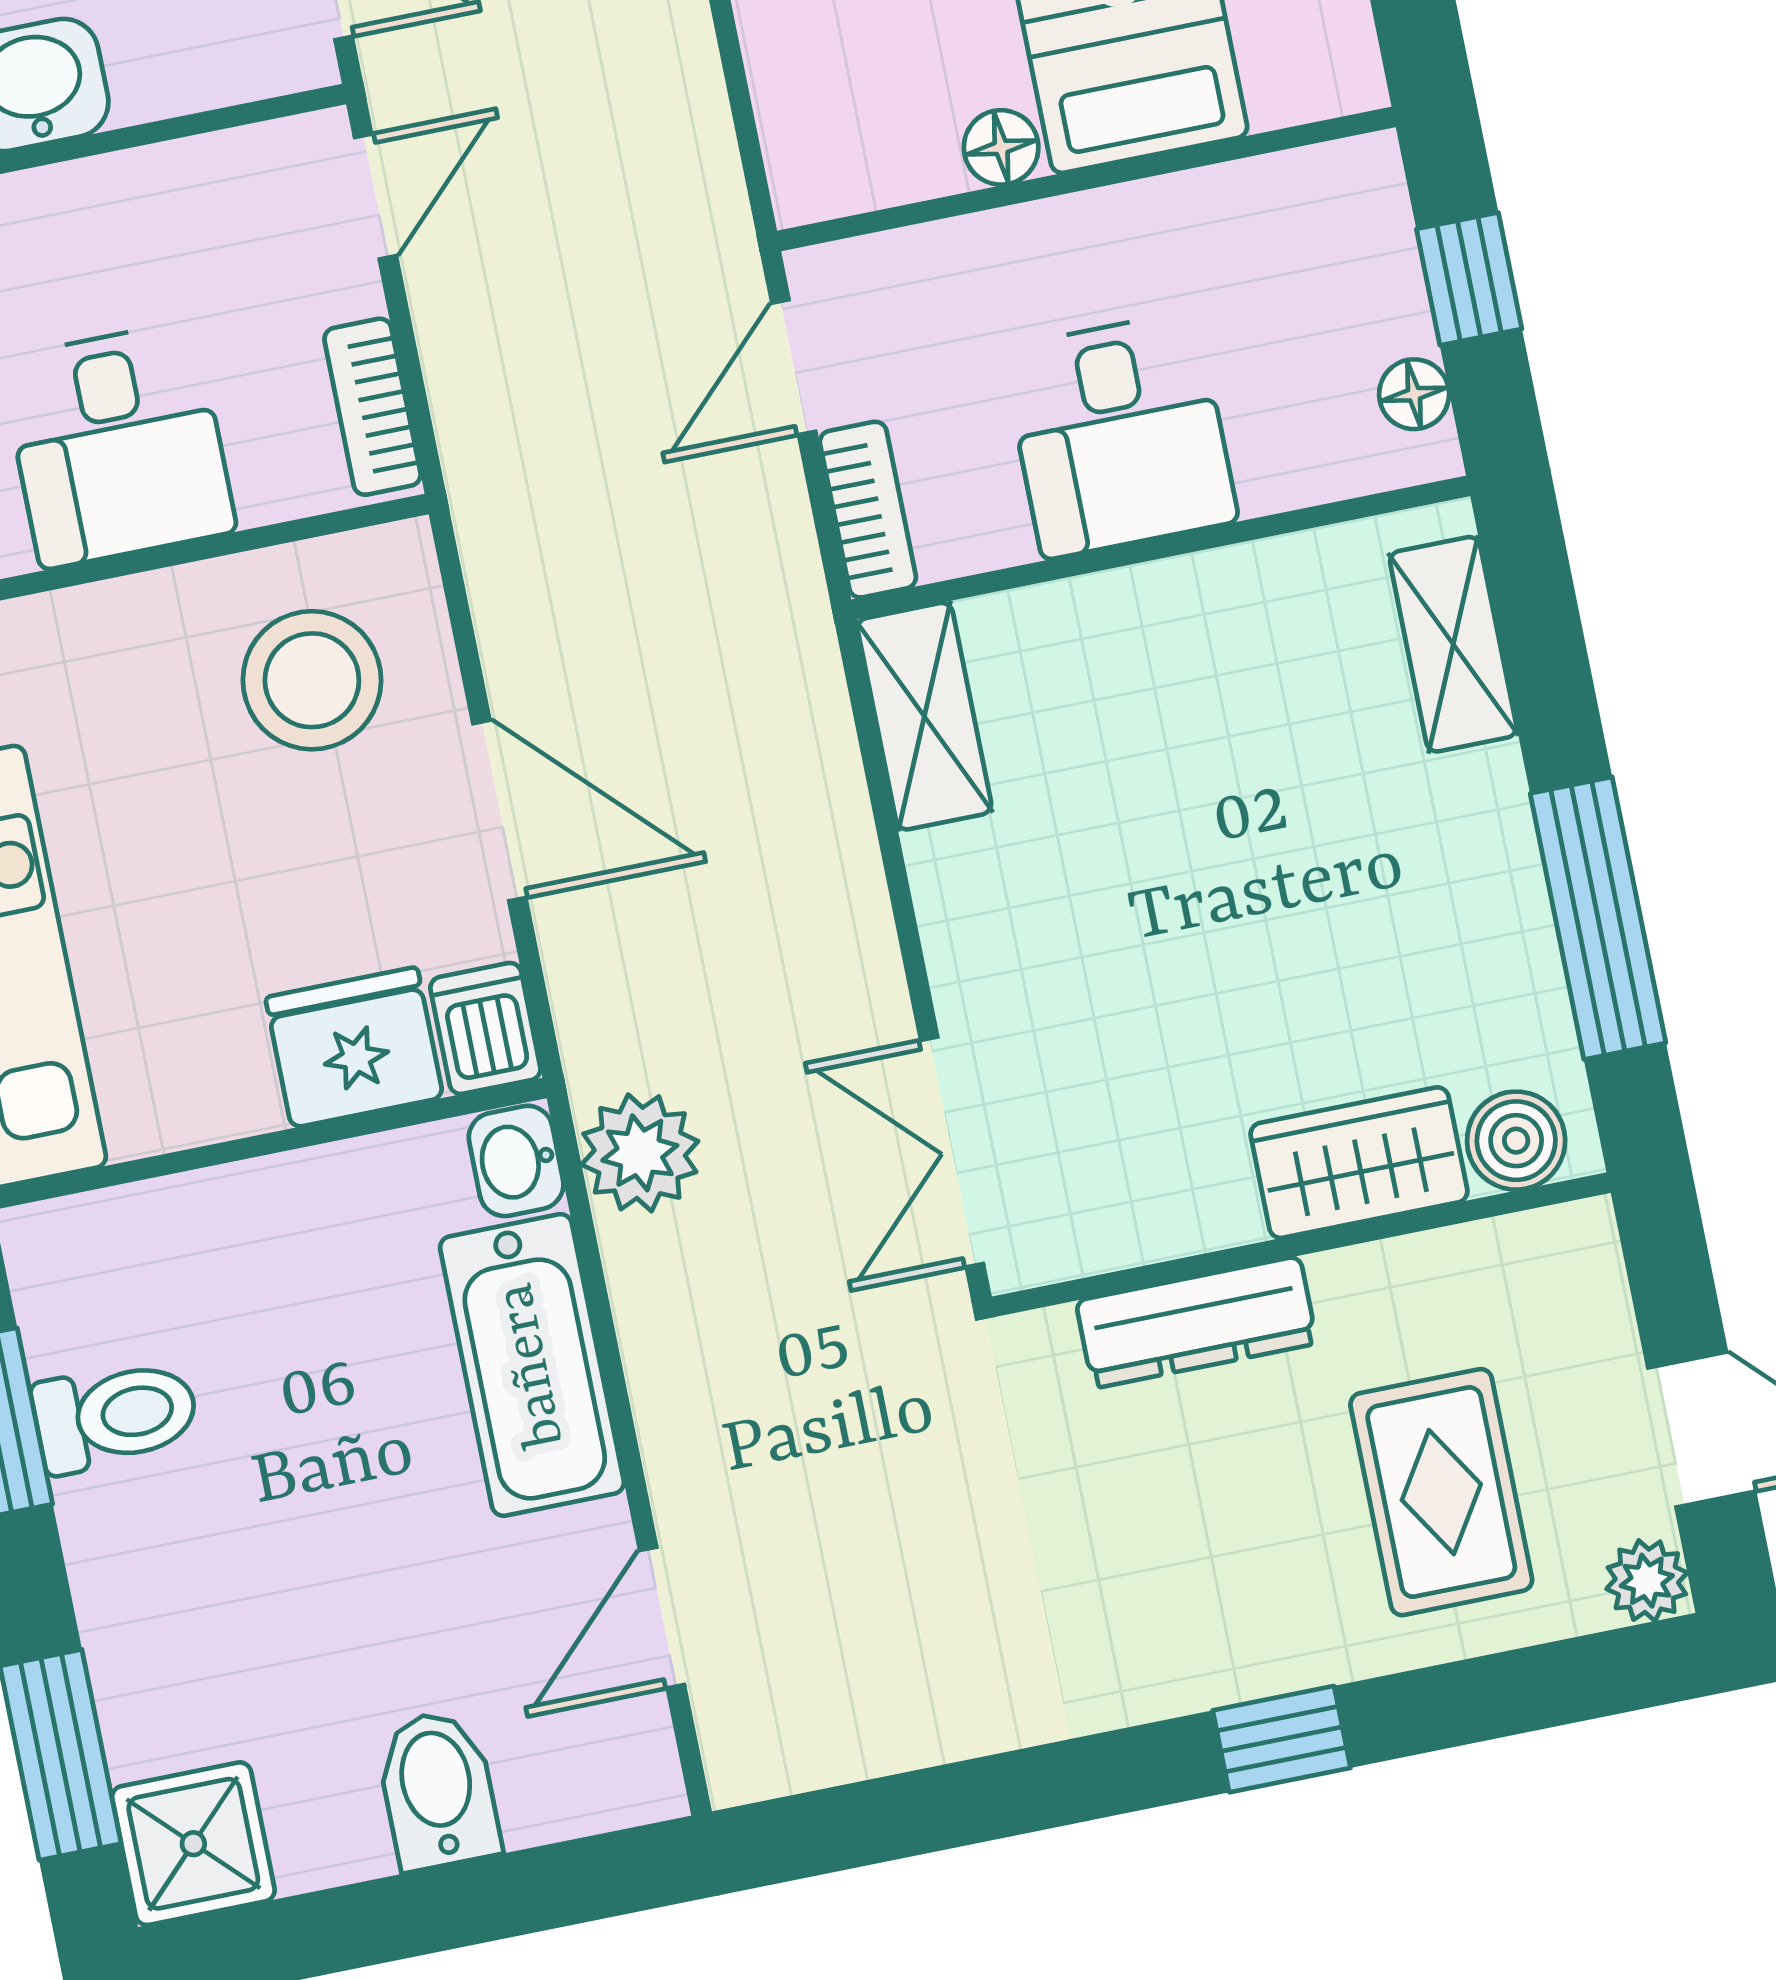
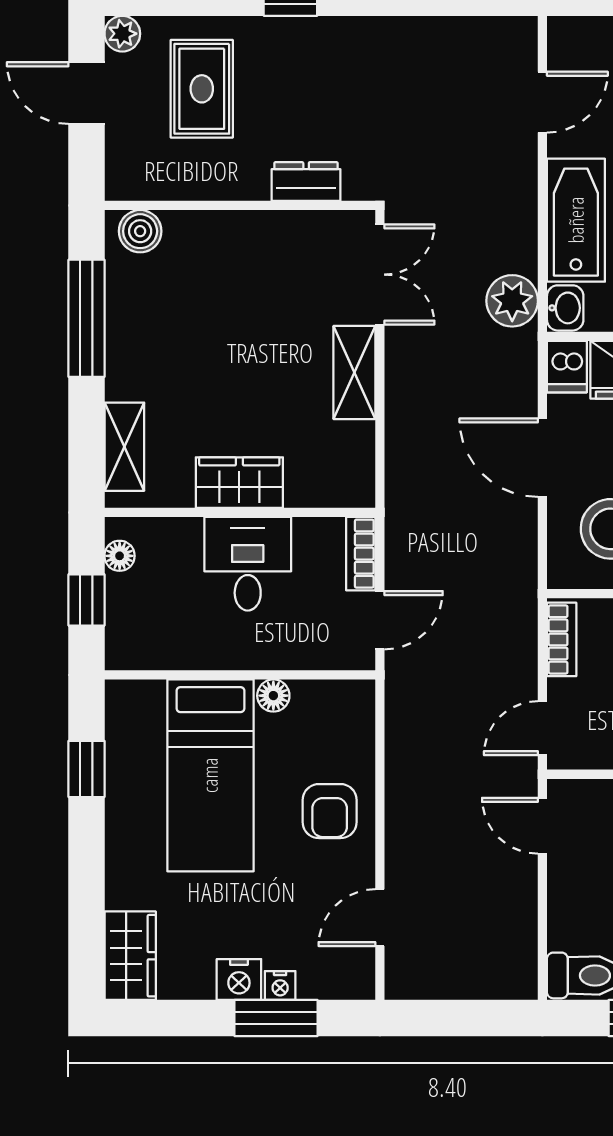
shelving: (924, 716) -> (354, 373), moved
wardrobe: (1359, 1163) -> (239, 483), moved, turned 180
dresser: (1196, 1322) -> (306, 182), width x0.70

